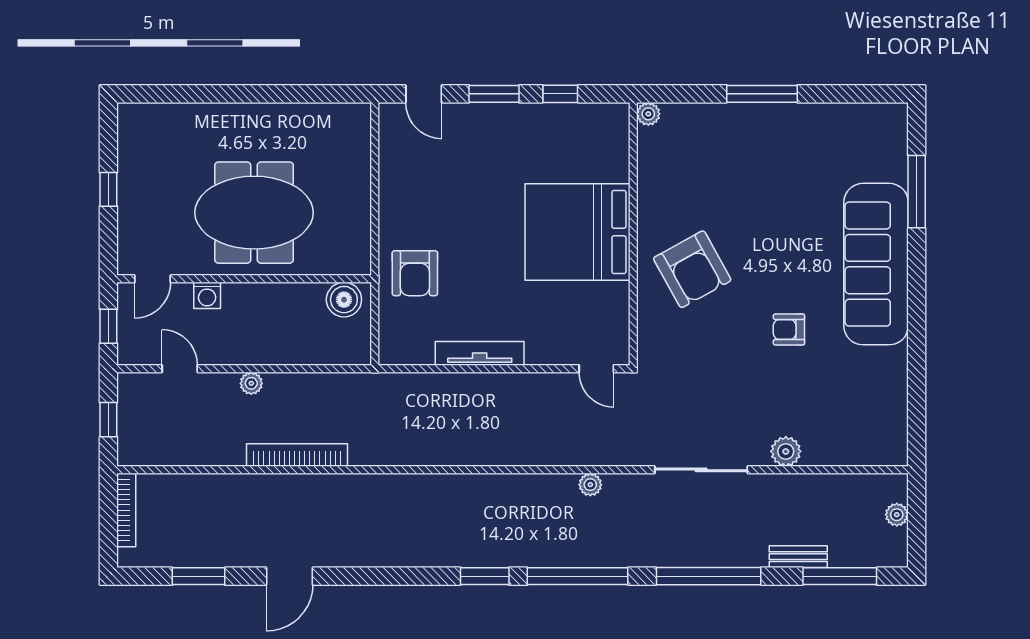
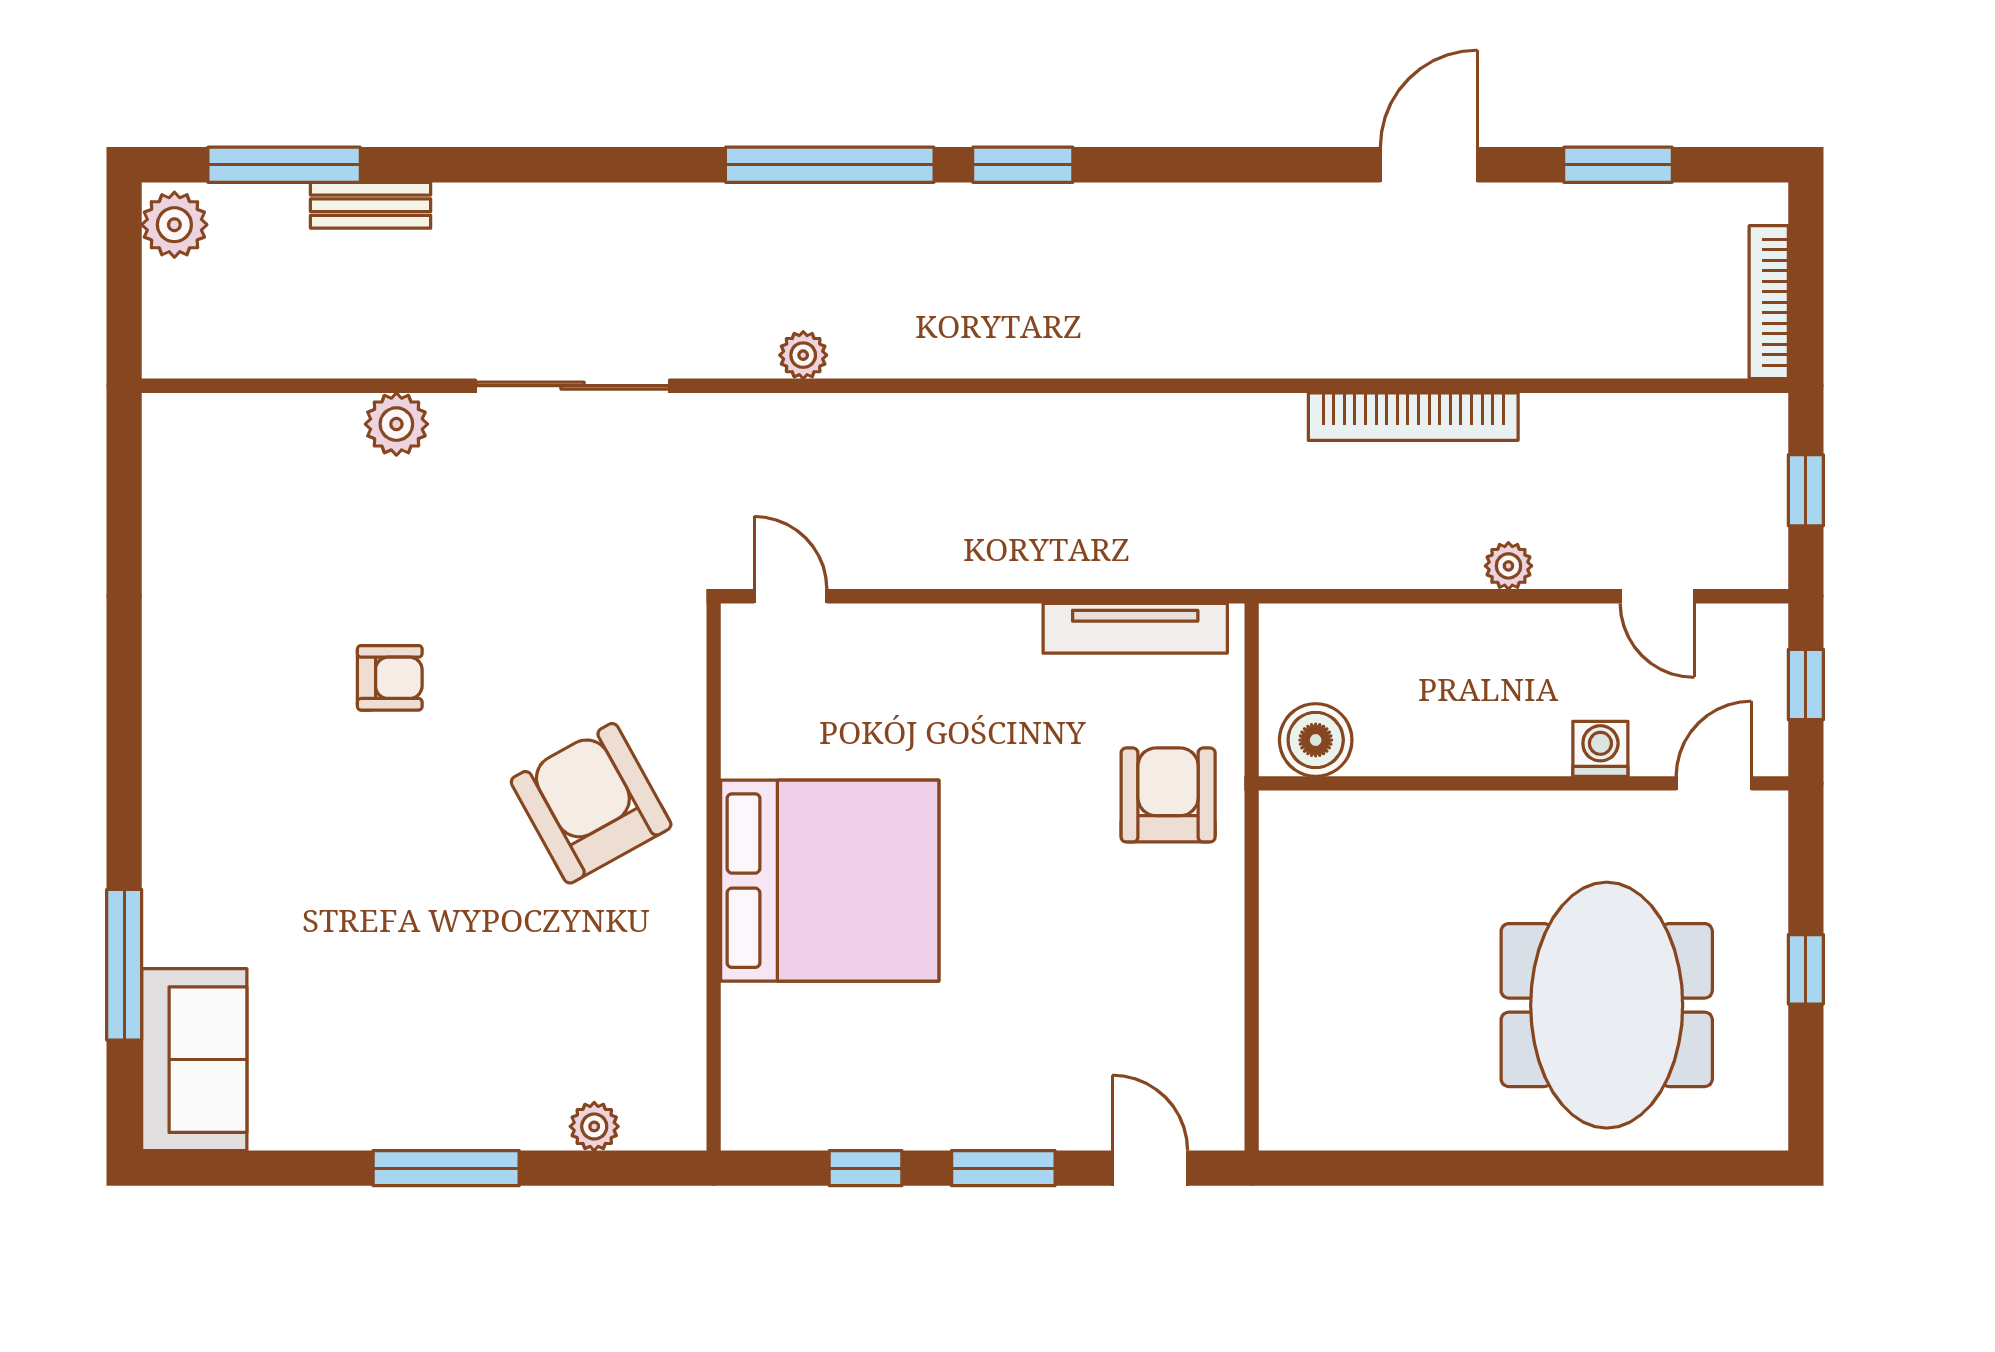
plant: (648, 114) -> (594, 1126), moved
meeting table: (254, 213) -> (1607, 1005), moved, turned 90
sofa: (876, 264) -> (194, 1060), moved, width x0.54, depth x0.79
tv unit: (480, 353) -> (1135, 628), moved
plant: (897, 515) -> (174, 225), moved, width x1.38, depth x1.38
window: (709, 576) -> (557, 165), removed

